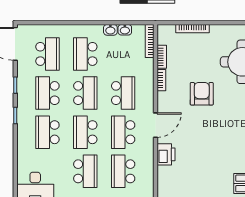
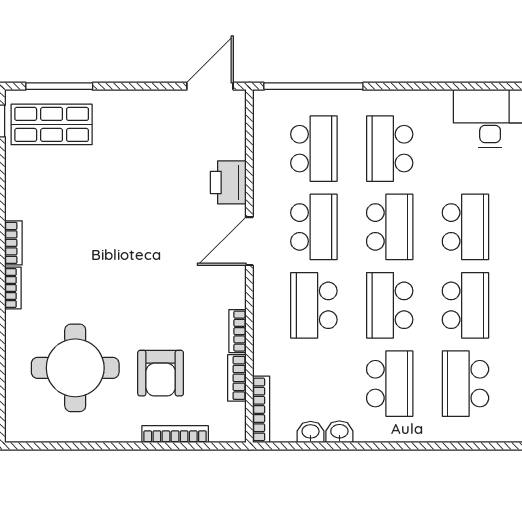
armchair: (202, 94) -> (161, 373), moved

